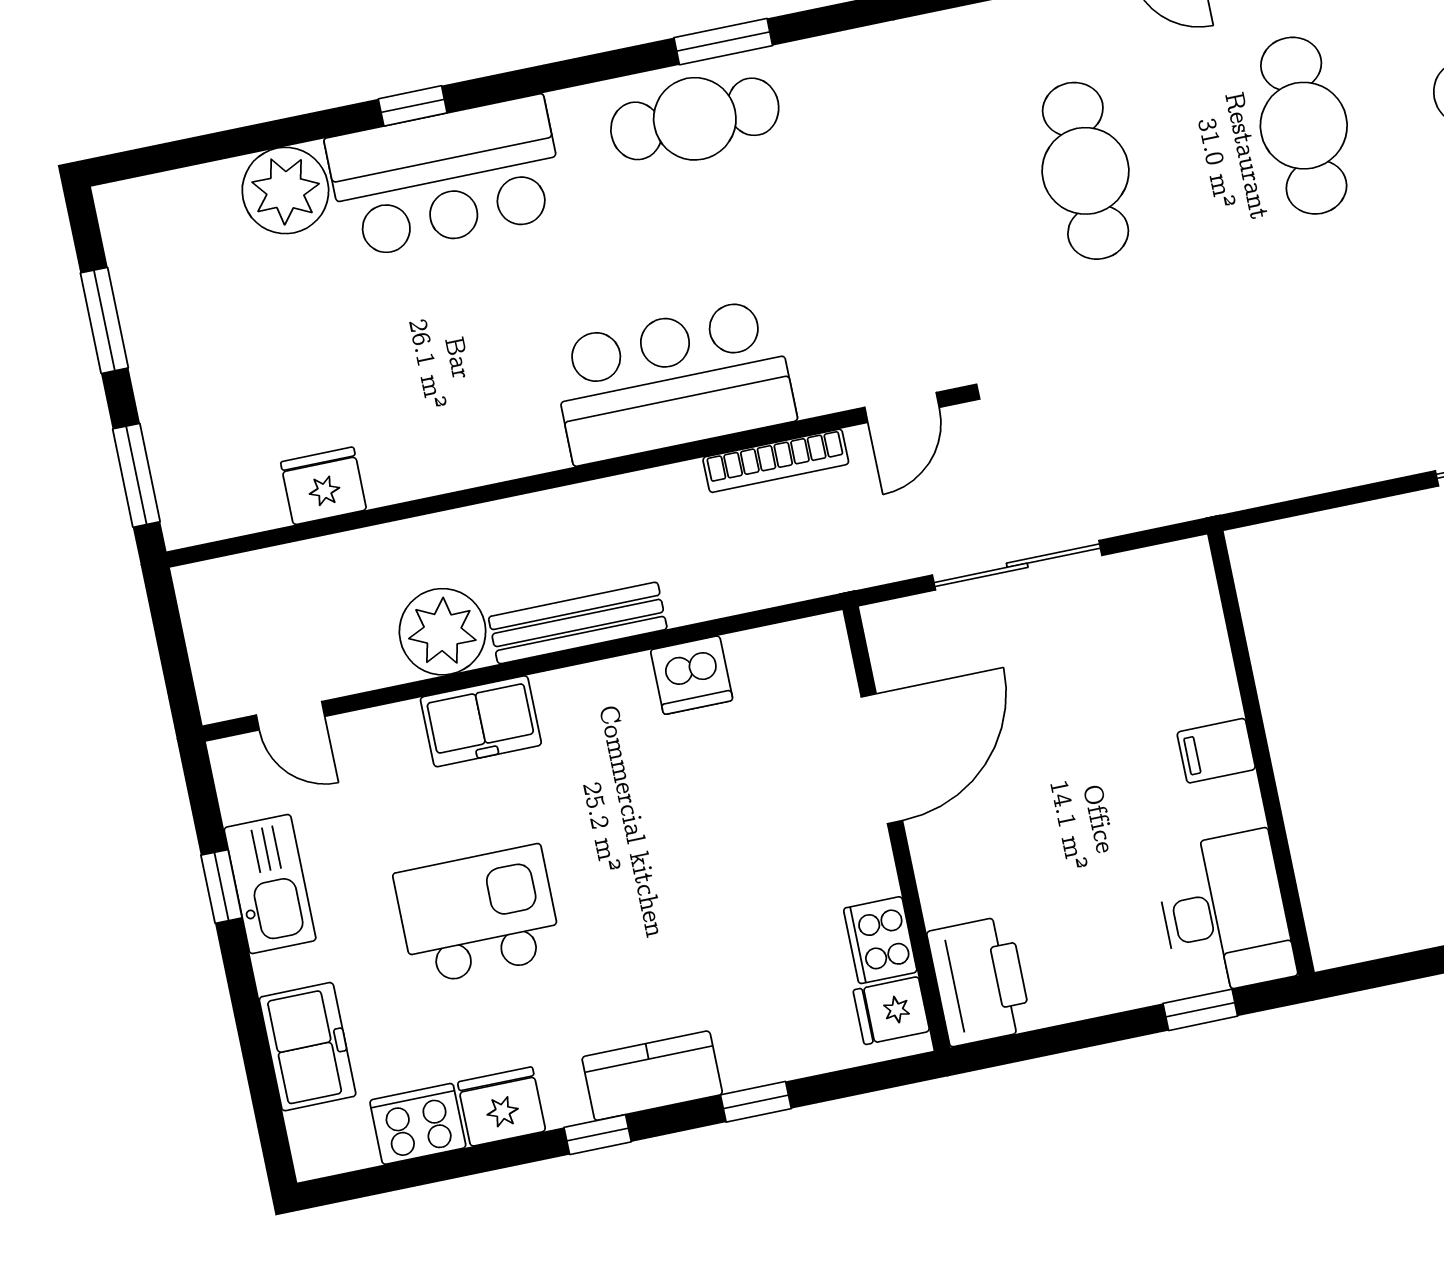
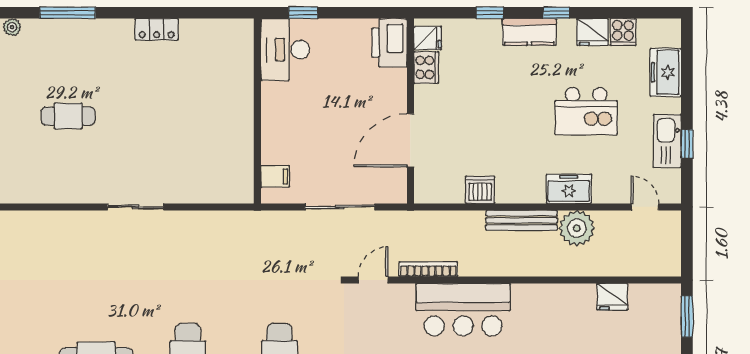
filing cabinet: (1216, 751) -> (275, 176), moved
cooker: (418, 1124) -> (623, 32), width x0.73

